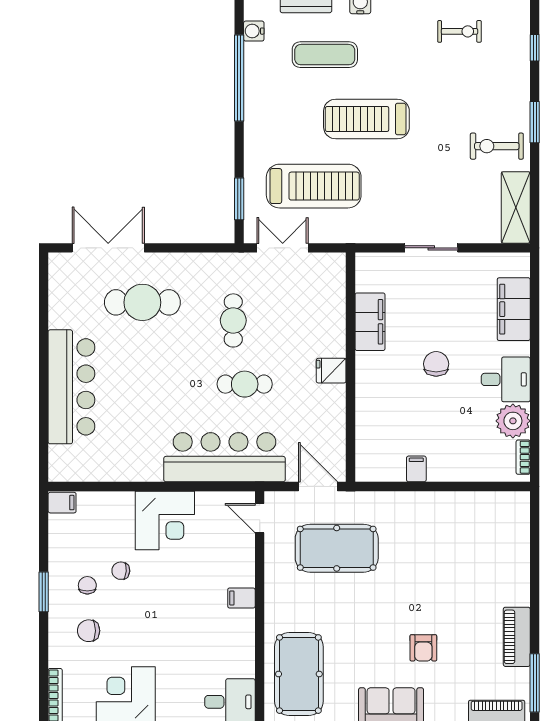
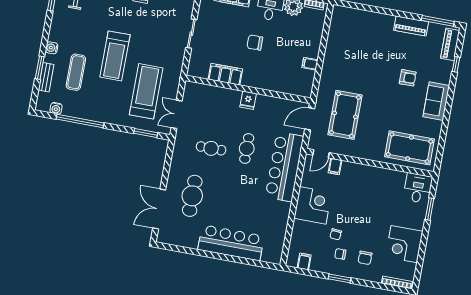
filing cabinet: (62, 503) -> (304, 261), moved
filing cabinet: (241, 598) -> (335, 167), moved

